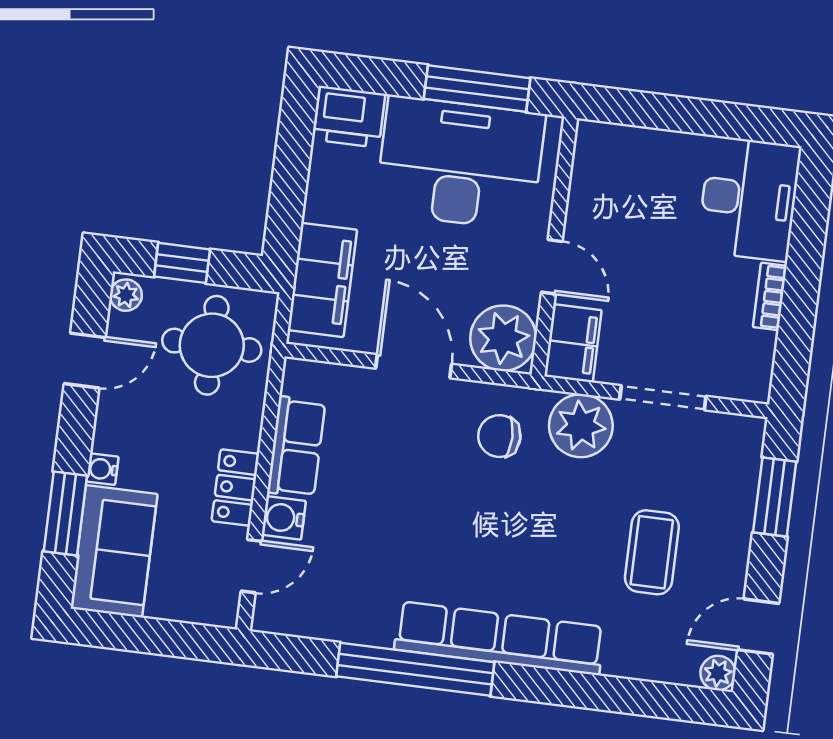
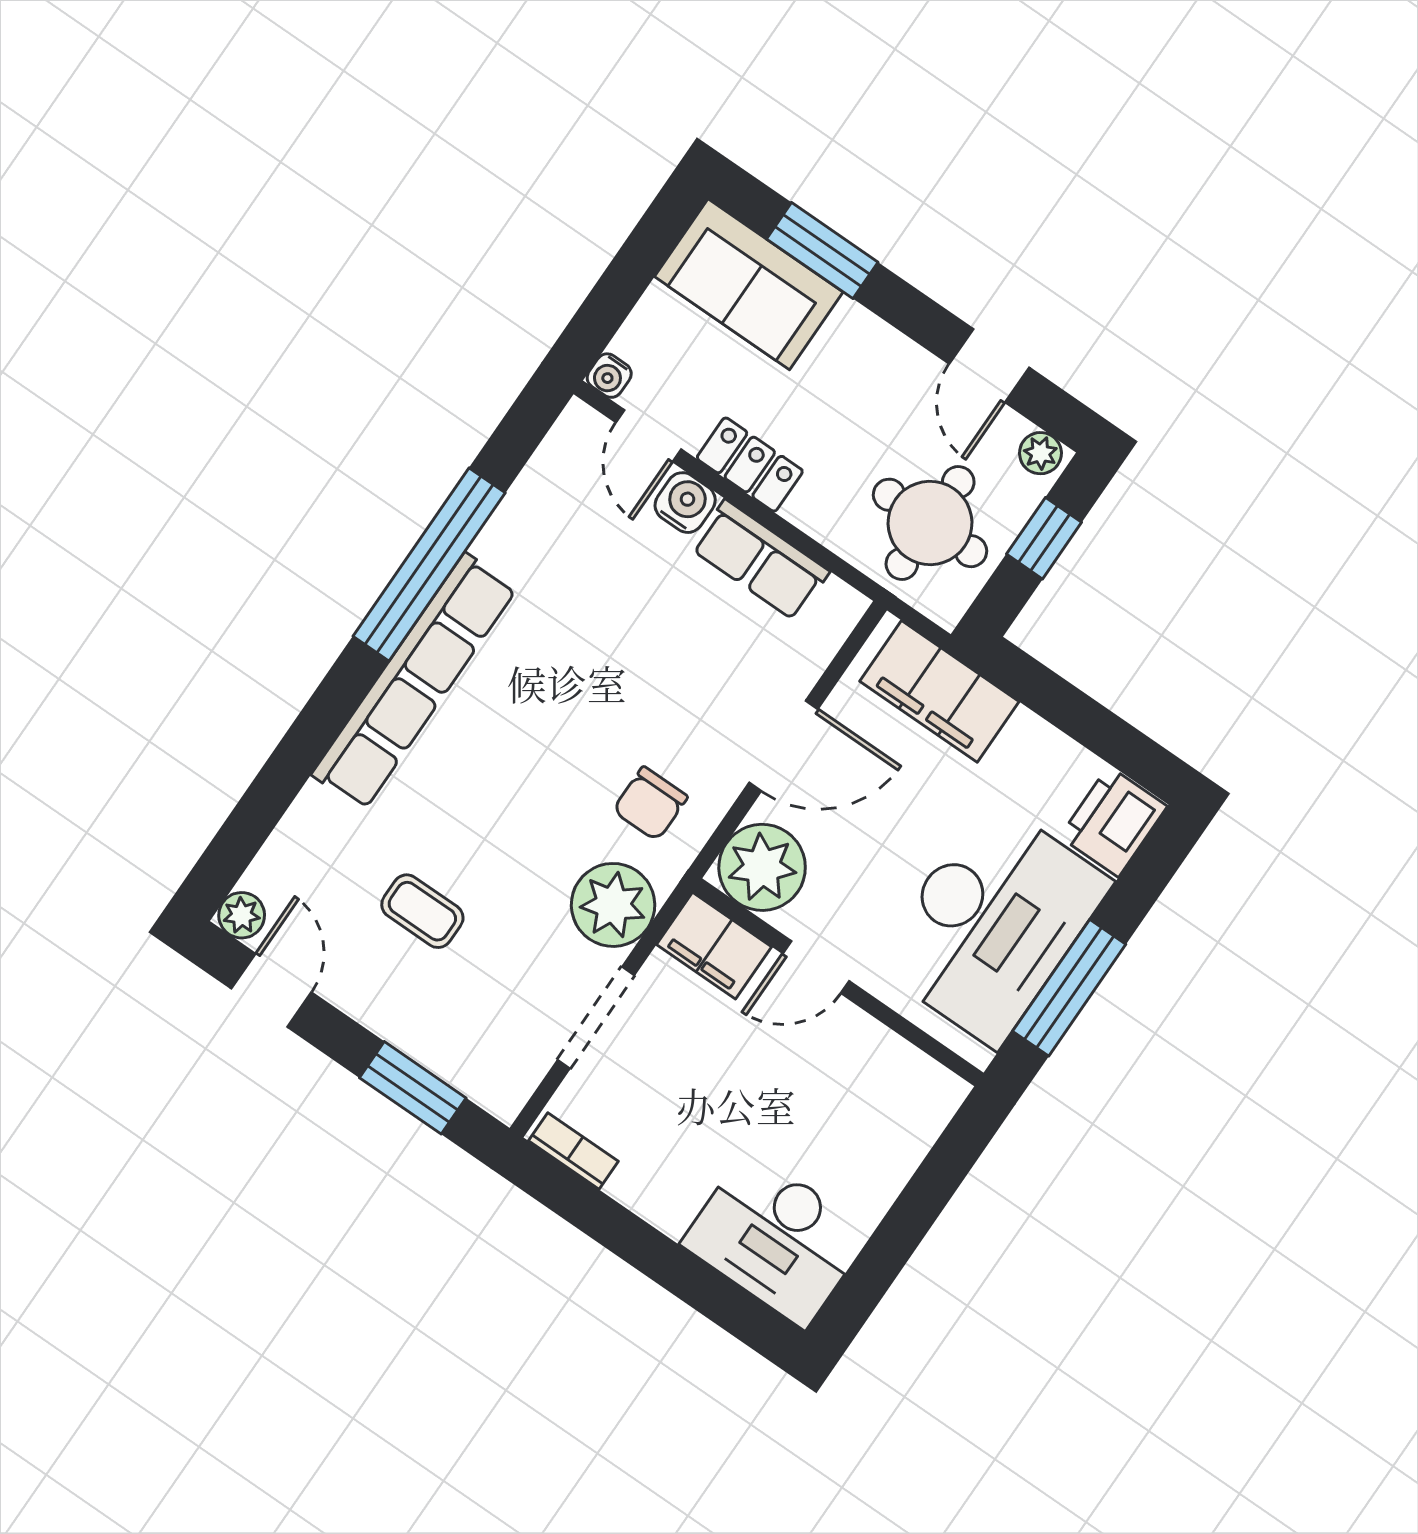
bookcase: (770, 296) -> (573, 1151), moved
chair: (499, 436) -> (650, 804), turned 180
water cooler: (102, 469) -> (609, 376), moved, turned 180
coffee table: (652, 552) -> (422, 911), width x0.73, depth x0.77

